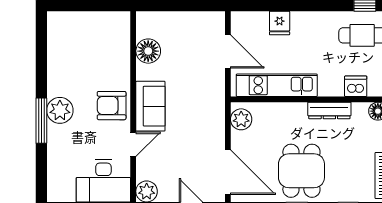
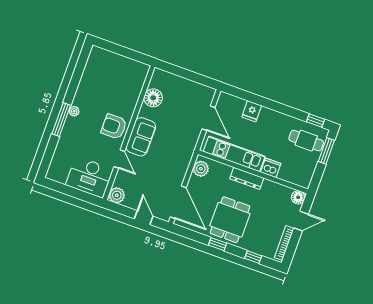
dishwasher: (356, 86) -> (271, 168), moved
plant: (60, 110) -> (74, 111), width x0.53, depth x0.53
dresser: (329, 110) -> (247, 178), moved
door: (133, 144) -> (119, 159), hinge flipped

